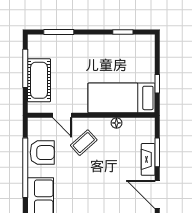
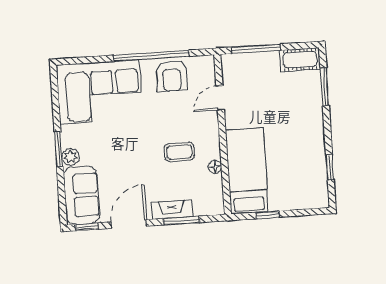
window: (25, 68) -> (256, 49), moved
cot: (39, 80) -> (300, 60), moved, width x0.73, depth x0.75
coffee table: (84, 143) -> (179, 152), moved, turned -48

